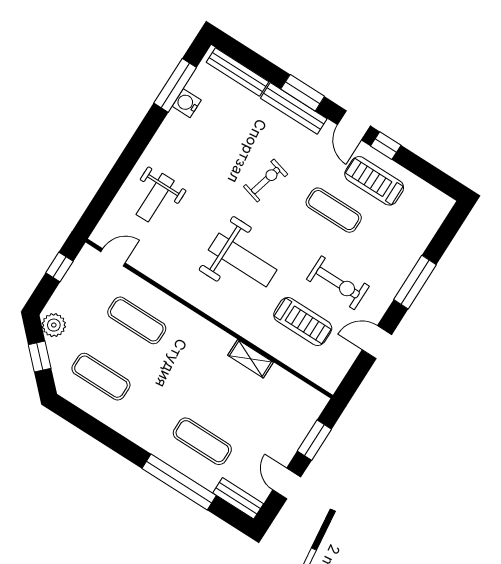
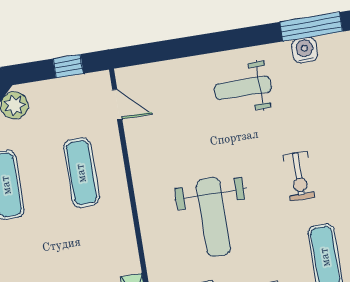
exercise bike: (266, 180) -> (299, 176), turned 75
weight bench: (155, 198) -> (243, 88), moved

